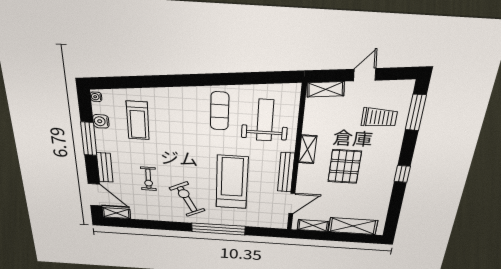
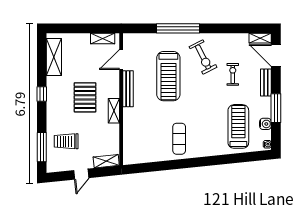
weight bench: (265, 120) -> (146, 133), removed
treadmill: (138, 121) -> (238, 126), width x1.37, depth x1.37
shelving: (353, 226) -> (54, 57), moved, turned 90

